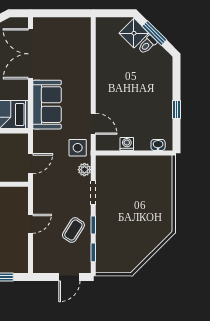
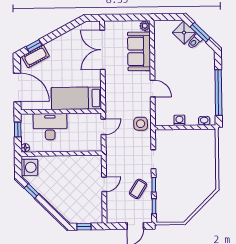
sofa: (47, 105) -> (139, 51), moved, turned 180
window: (177, 109) -> (218, 93), width x3.17
door: (93, 124) -> (153, 89), moved
door: (31, 164) -> (103, 127), moved
plant: (84, 170) -> (145, 26), moved

